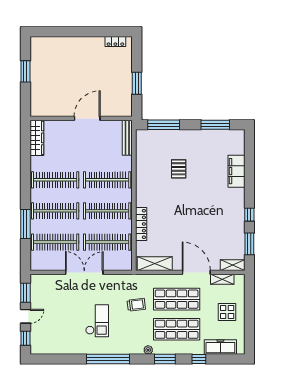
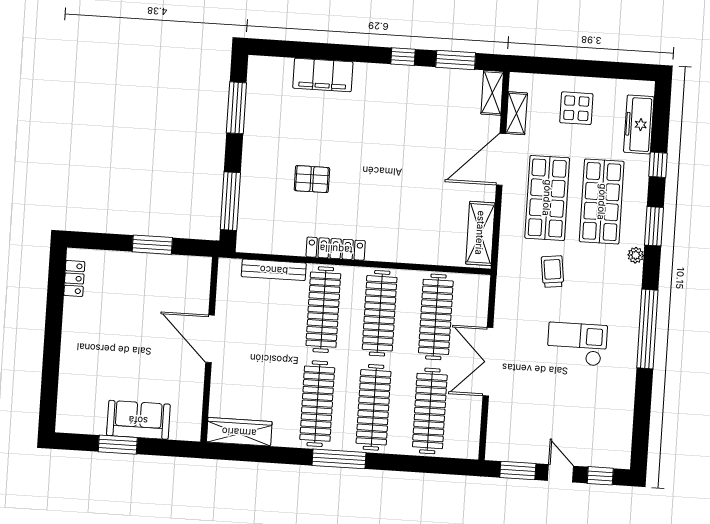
sofa: (40, 82) -> (138, 420), added
bench: (127, 138) -> (274, 270), moved
window: (25, 224) -> (339, 459), moved
locker: (141, 224) -> (336, 249), moved

